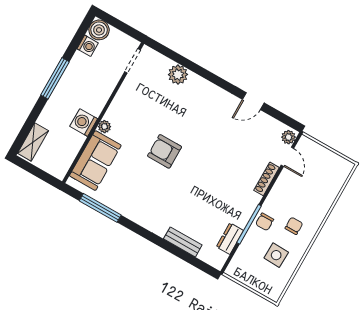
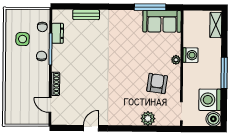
washing machine: (88, 46) -> (210, 100), width x1.89, depth x1.89
plant: (288, 137) -> (56, 118), removed
armchair: (165, 151) -> (157, 83), moved, turned -82
sofa: (95, 161) -> (162, 21), moved, turned -90
chair: (294, 226) -> (42, 27), moved

